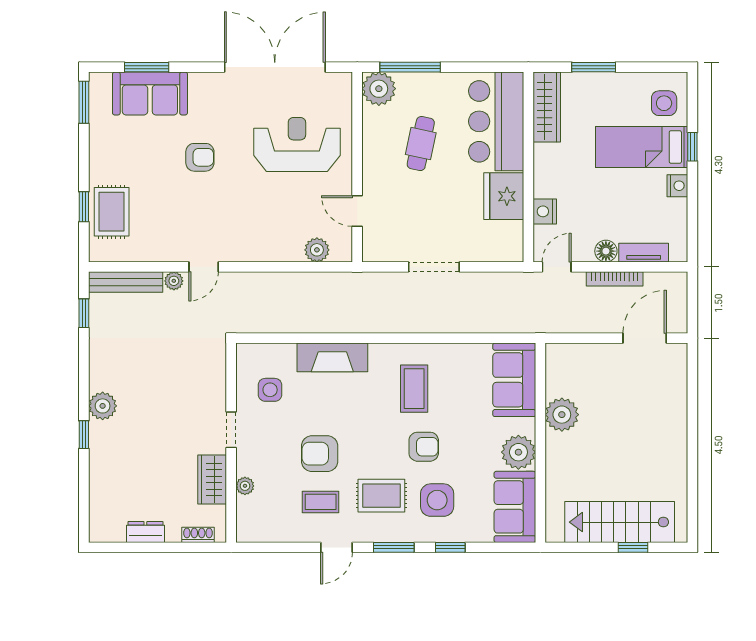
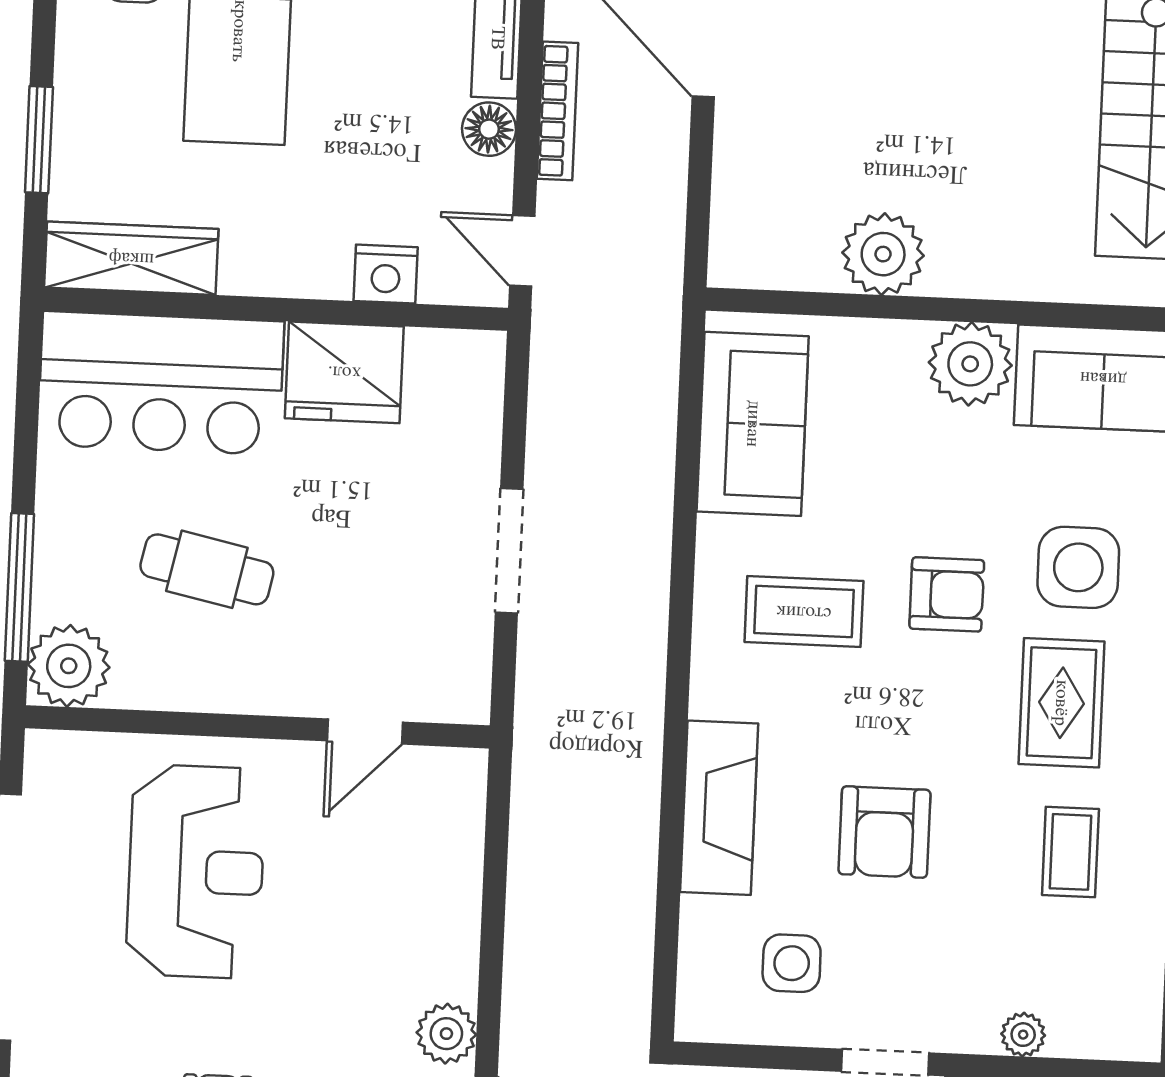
reception desk: (297, 144) -> (196, 871), turned 180
plant: (317, 250) -> (446, 1034), moved
sofa: (514, 380) -> (753, 424), moved, turned -90
armchair: (424, 447) -> (947, 594), turned 90
armchair: (320, 454) -> (884, 832), moved

